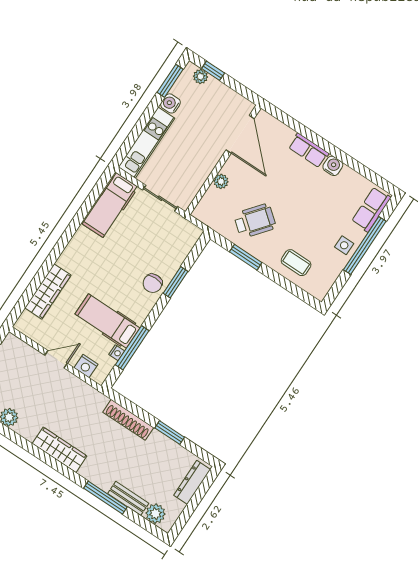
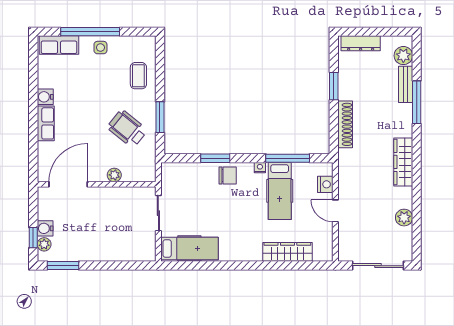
water cooler: (170, 103) -> (45, 228), moved, turned 90
kitchen unit: (147, 143) -> (123, 252), removed
nightstand: (117, 353) -> (260, 168), moved

